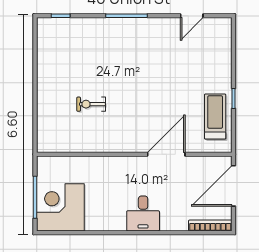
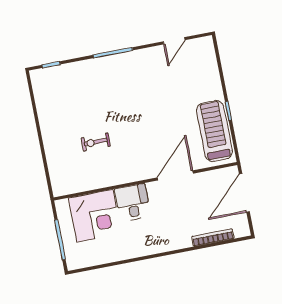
treadmill: (215, 117) -> (214, 131), width x1.37, depth x1.38
corner desk: (60, 207) -> (95, 216), moved, turned 180
desk: (143, 213) -> (133, 202), moved, turned 180
bookcase: (210, 225) -> (213, 238), moved

